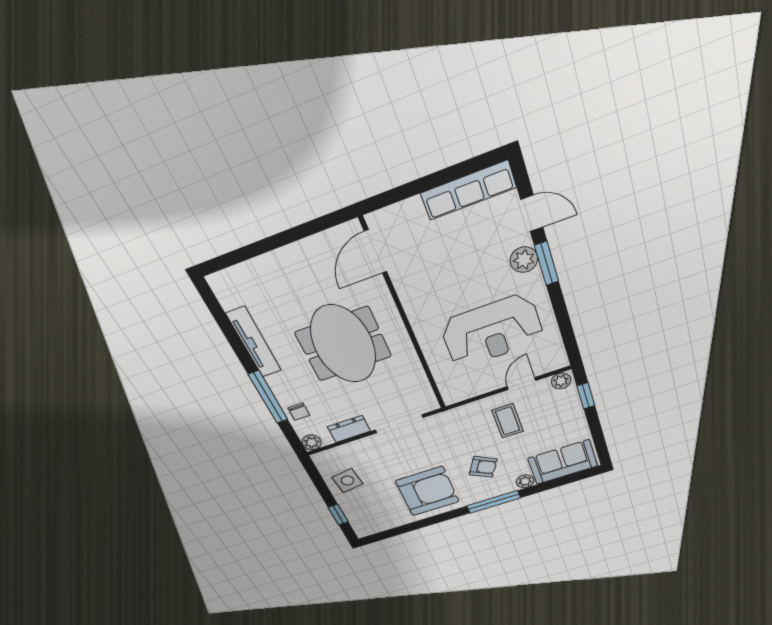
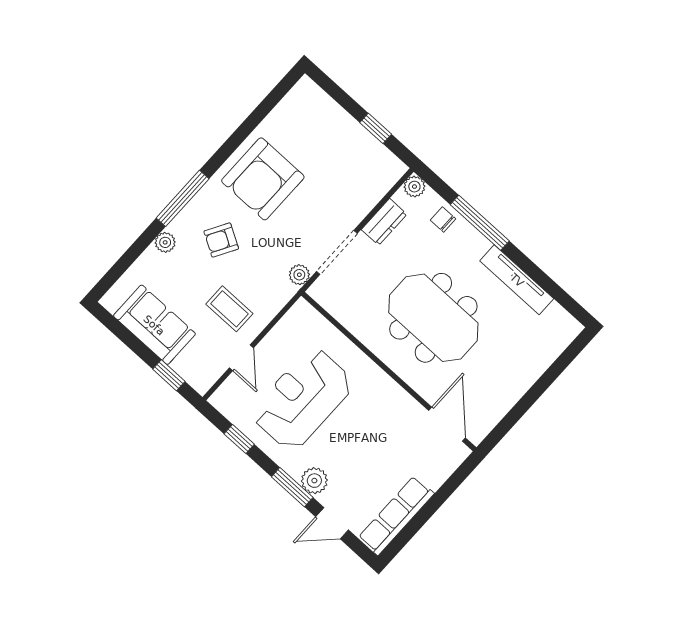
window: (565, 324) -> (239, 439), added
plant: (561, 381) -> (299, 275), moved
sofa: (563, 462) -> (154, 325), moved, turned -90
side table: (347, 481) -> (355, 153), removed
window: (338, 515) -> (376, 128), moved

